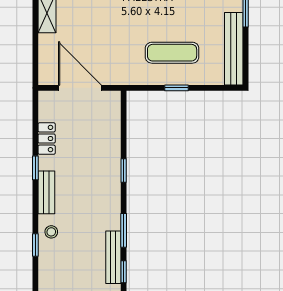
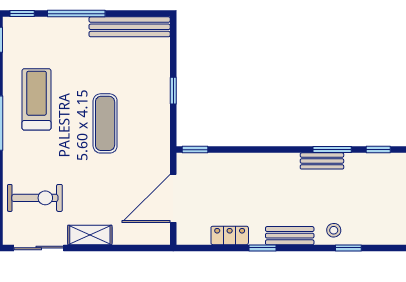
exercise mat: (172, 53) -> (105, 123), moved
window: (124, 171) -> (195, 150), moved
bench: (113, 257) -> (322, 161), moved, width x0.73

